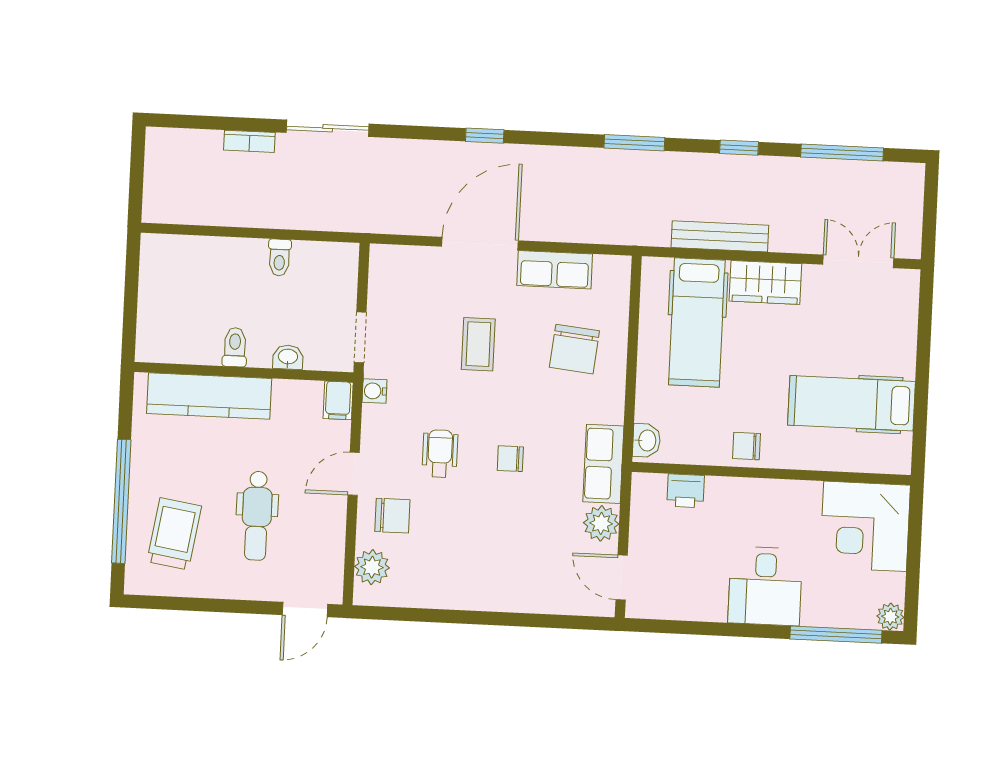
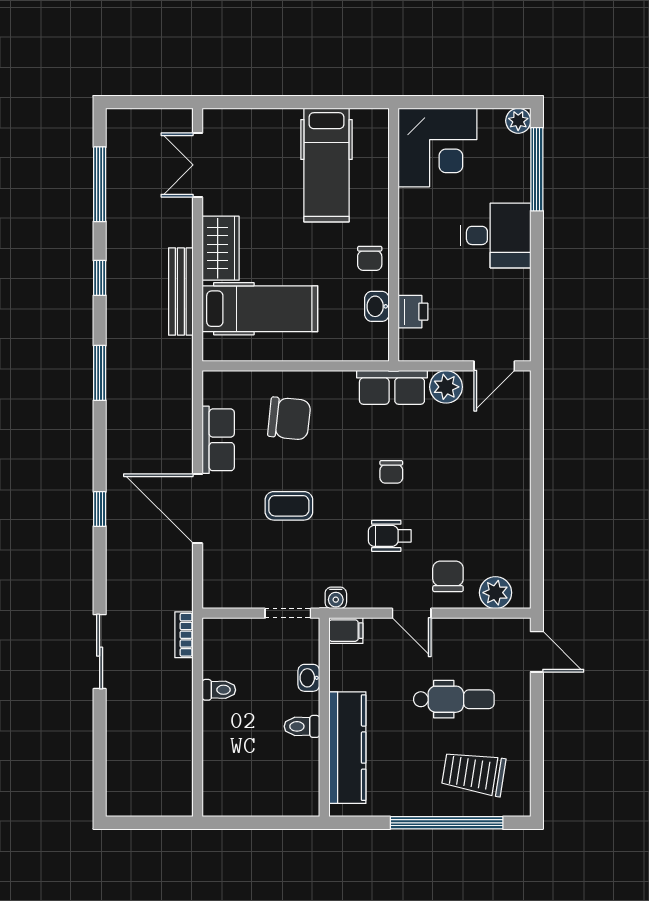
bookcase: (249, 141) -> (184, 635), moved, turned 180
washbasin: (647, 440) -> (377, 306), moved, turned -90

